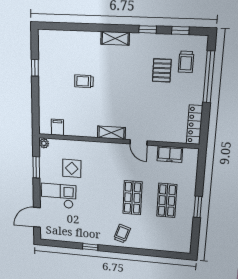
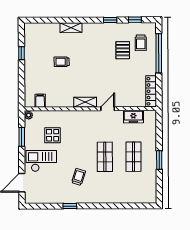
shelving: (115, 38) -> (71, 28), moved
door: (139, 142) -> (108, 109), swing flipped
trolley: (122, 234) -> (79, 177), moved

